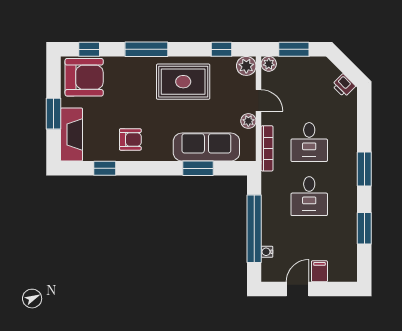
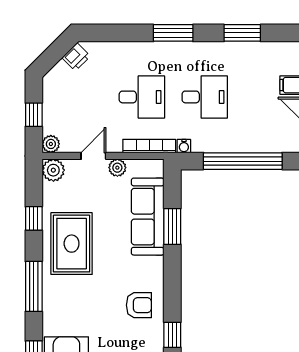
window: (221, 49) -> (34, 218), moved
window: (294, 49) -> (34, 115), width x0.67
armchair: (130, 139) -> (139, 305), turned 90
water cooler: (267, 252) -> (184, 146), moved

